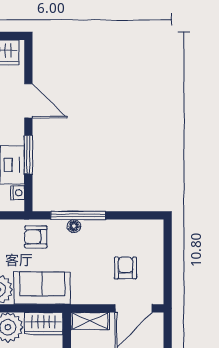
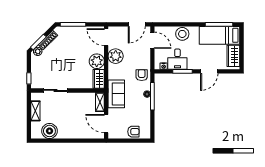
armchair: (126, 268) -> (133, 132), moved
sofa: (42, 288) -> (116, 94), moved

